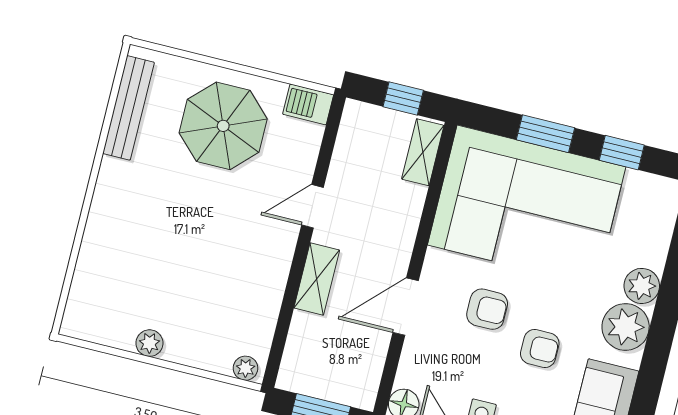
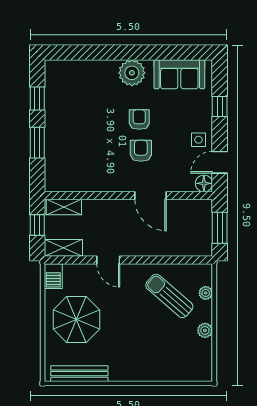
corner sofa: (527, 206) -> (79, 143), removed
shelving: (317, 279) -> (63, 248), moved
plant: (642, 286) -> (107, 70), removed
sun lounger: (224, 296) -> (169, 296), added
armchair: (540, 348) -> (139, 120), moved
plant: (245, 368) -> (206, 293), moved

